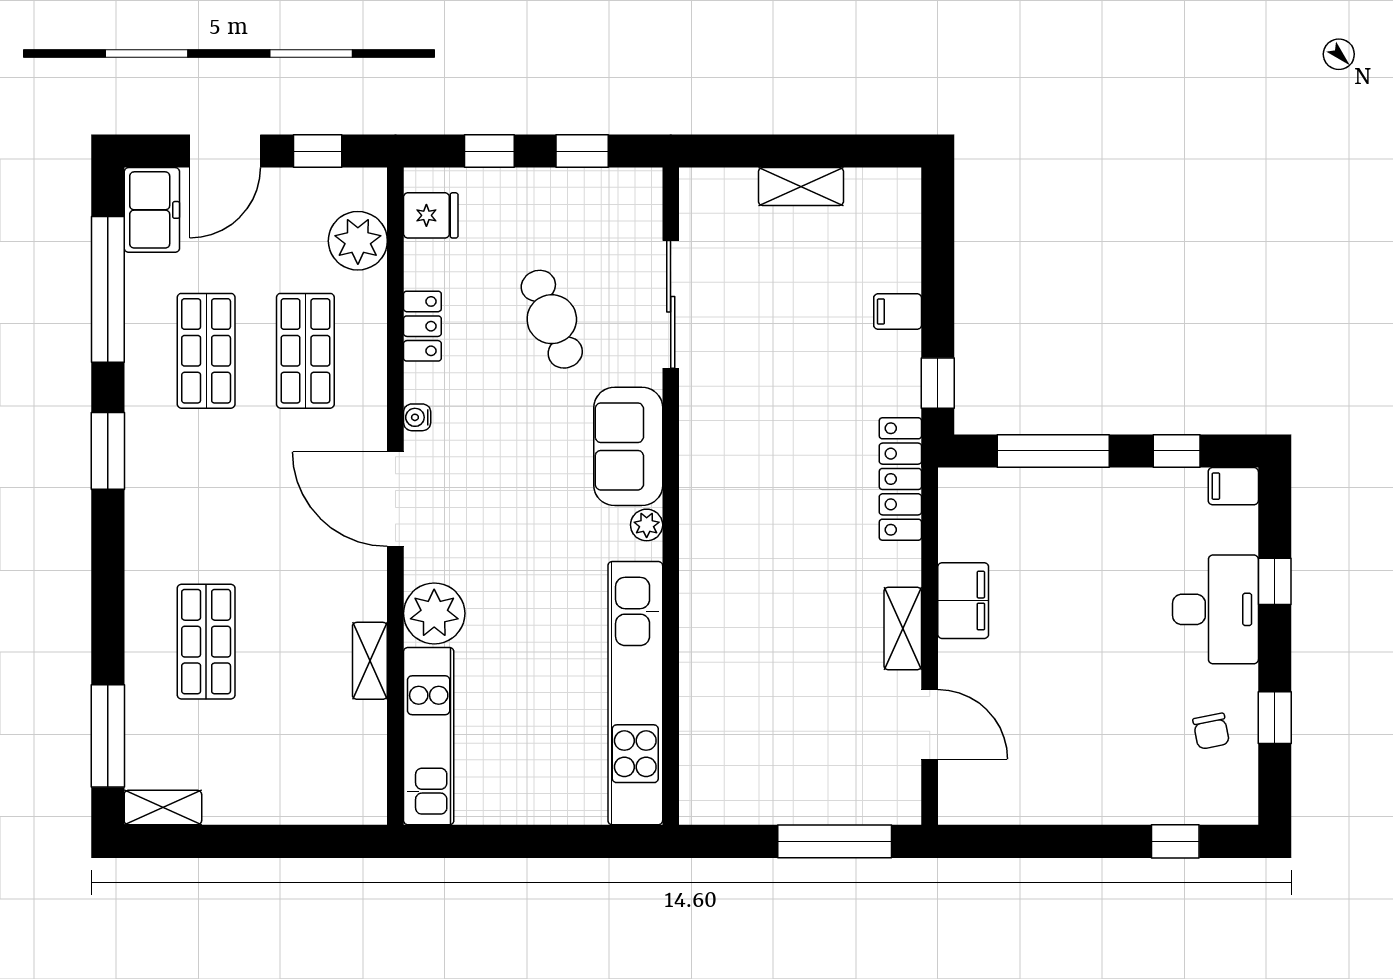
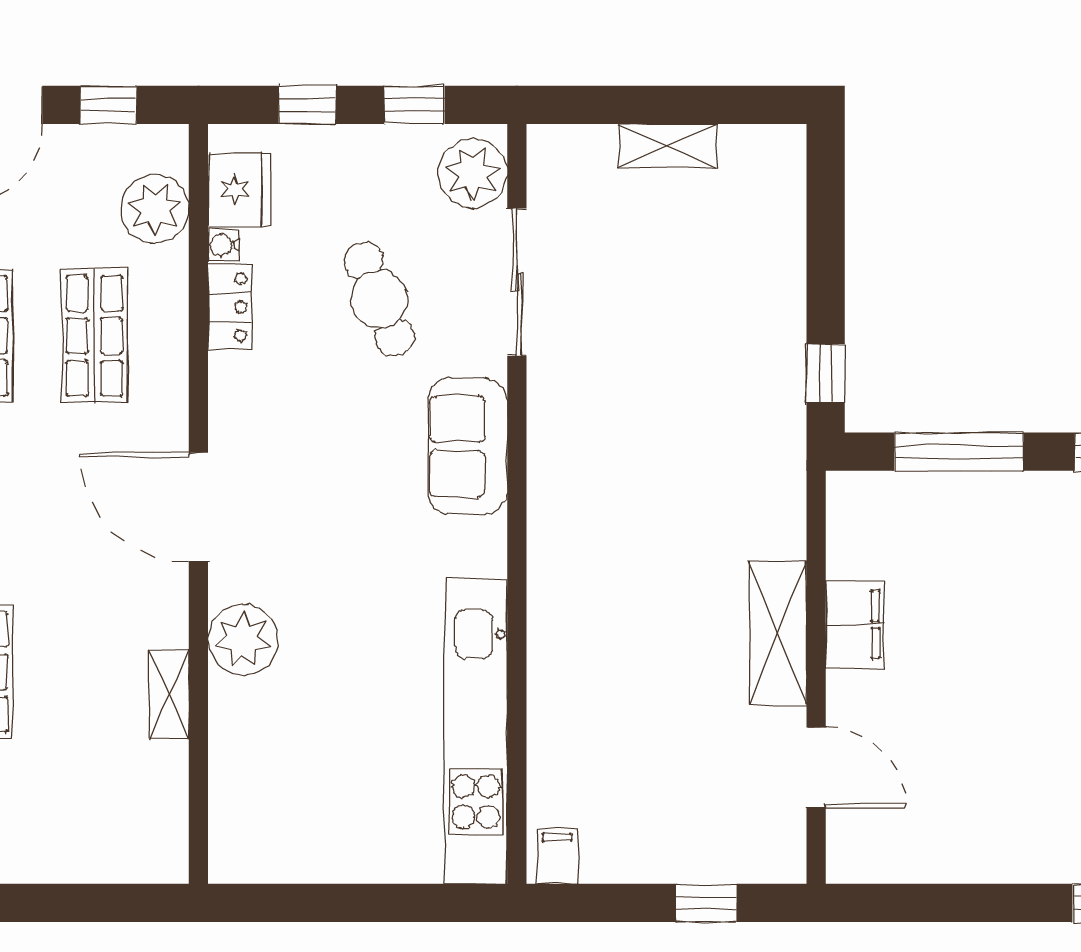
fridge: (431, 215) -> (239, 189), width x1.38
filing cabinet: (898, 312) -> (557, 856), moved, turned 90
water cooler: (417, 417) -> (224, 245), moved
locker: (900, 479) -> (782, 484), removed
plant: (647, 525) -> (473, 173), moved, width x1.88, depth x1.88
shelving: (903, 629) -> (778, 633), width x1.50, depth x1.33
kitchen unit: (429, 736) -> (237, 781), removed
window: (835, 841) -> (706, 903), width x0.46

